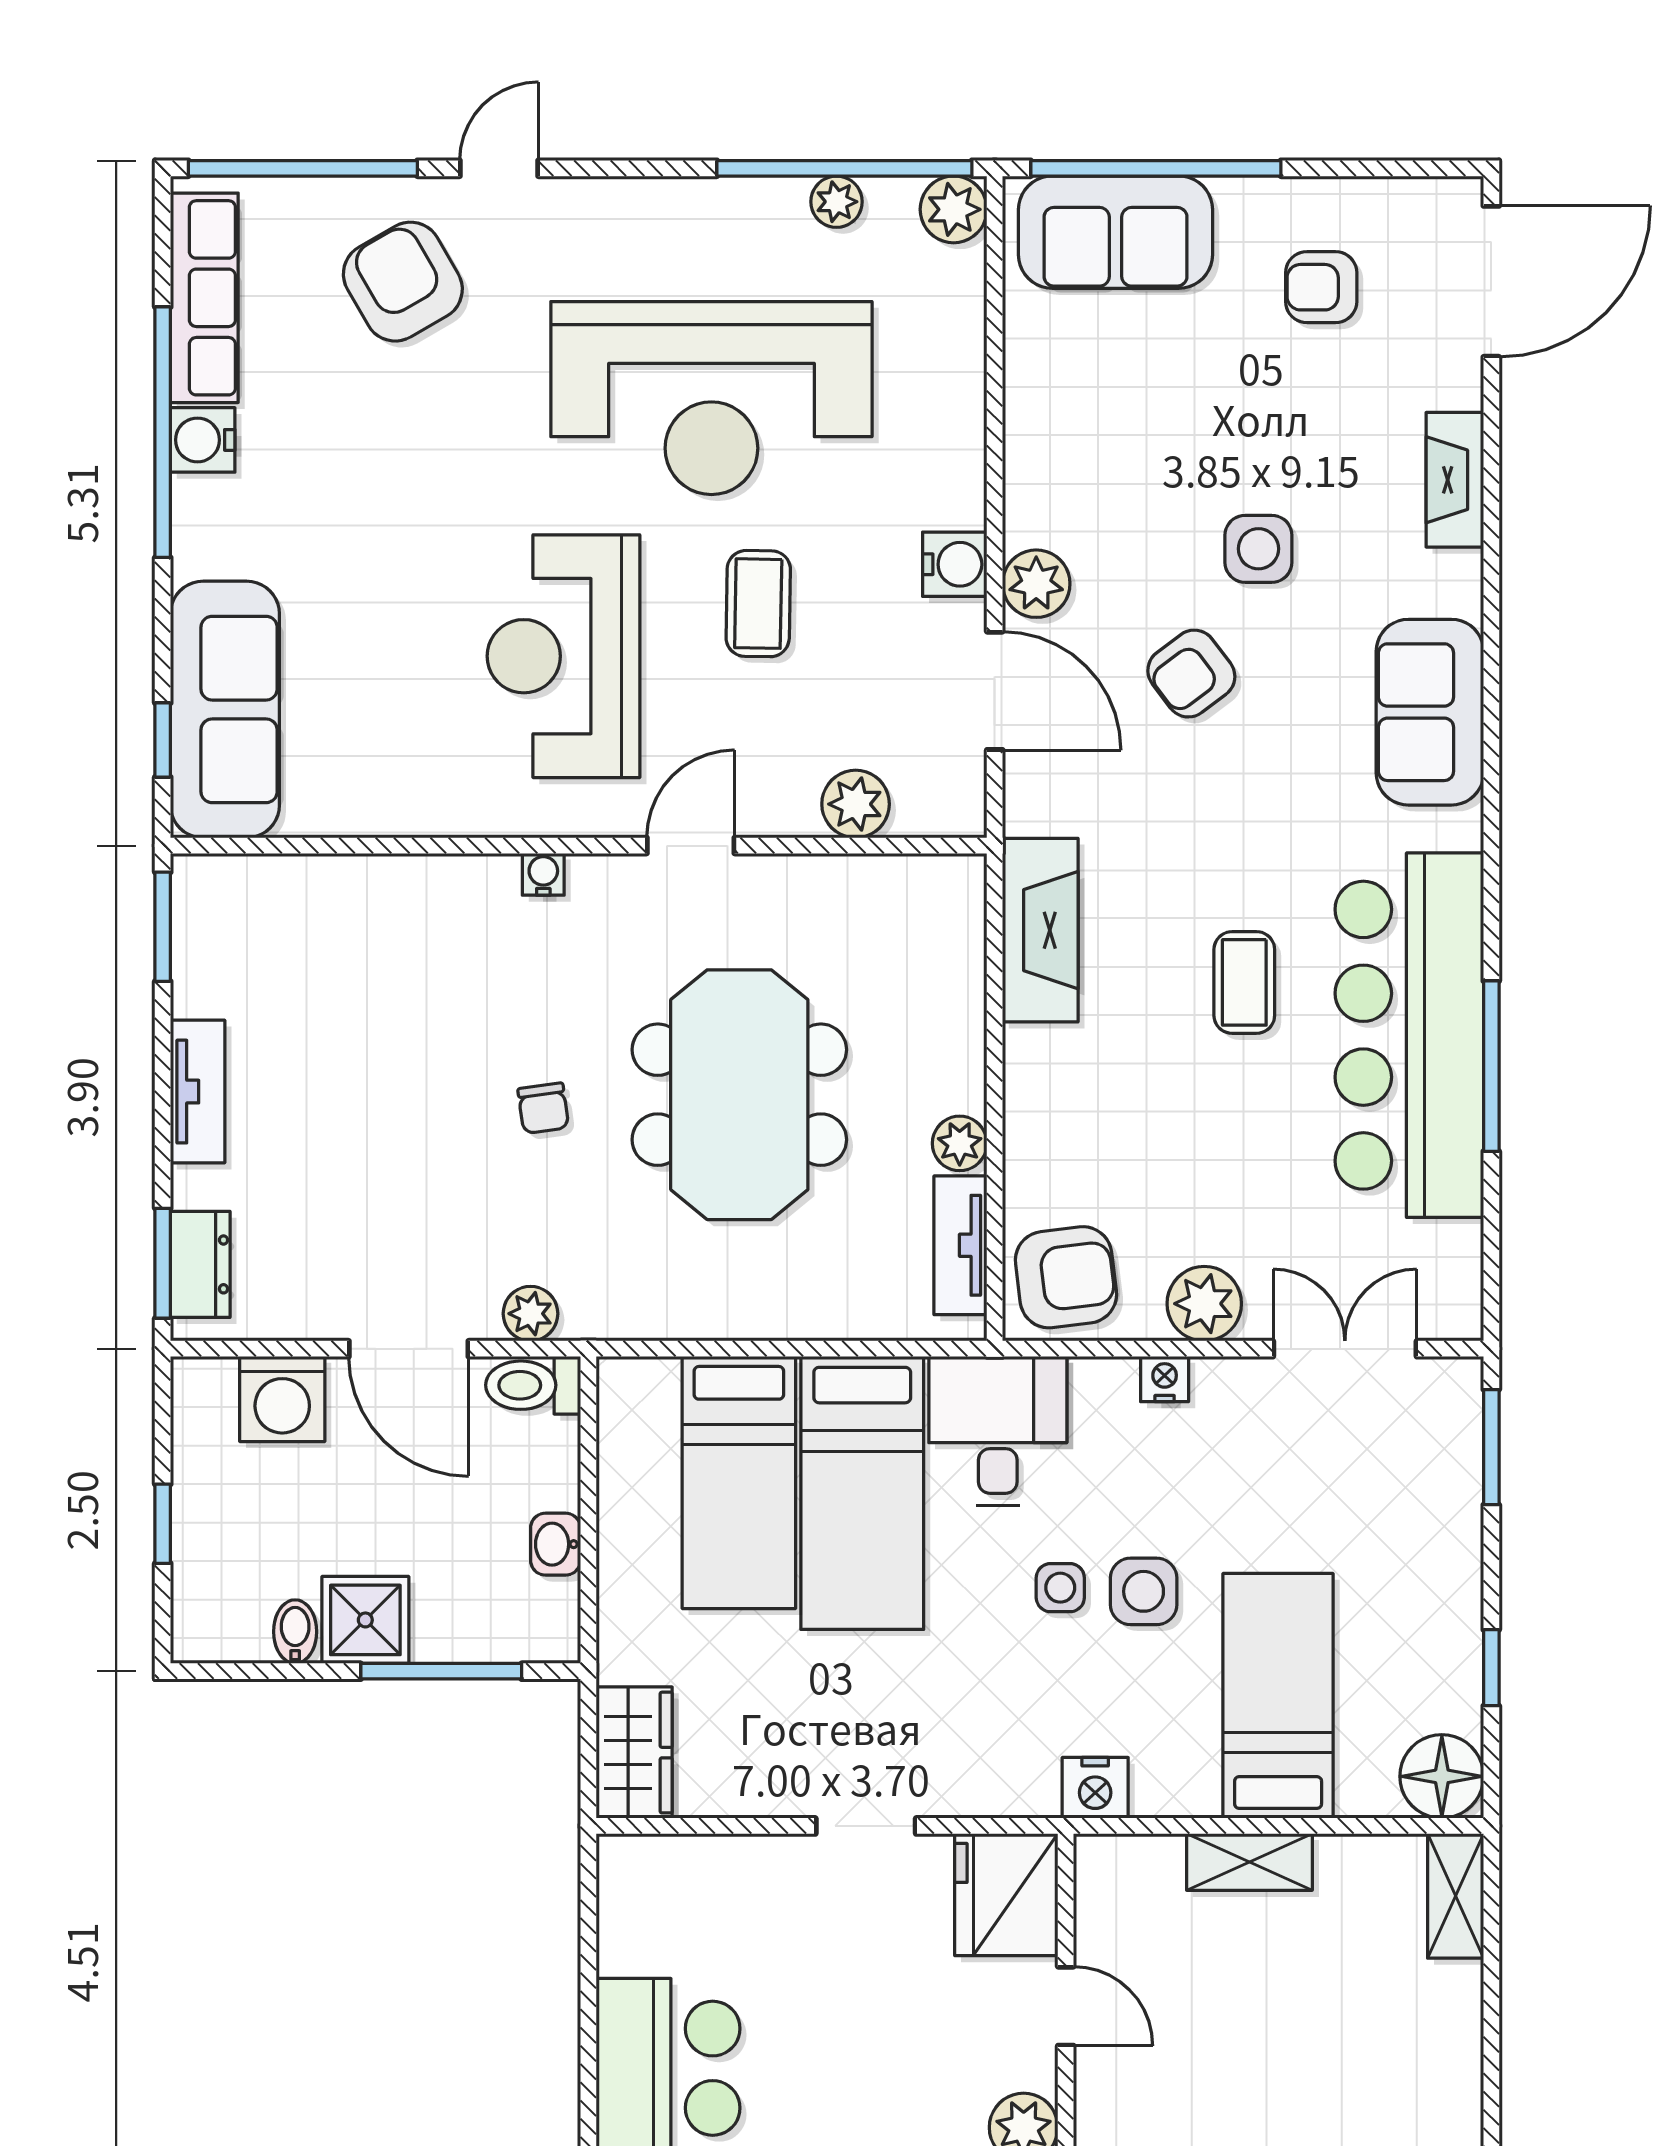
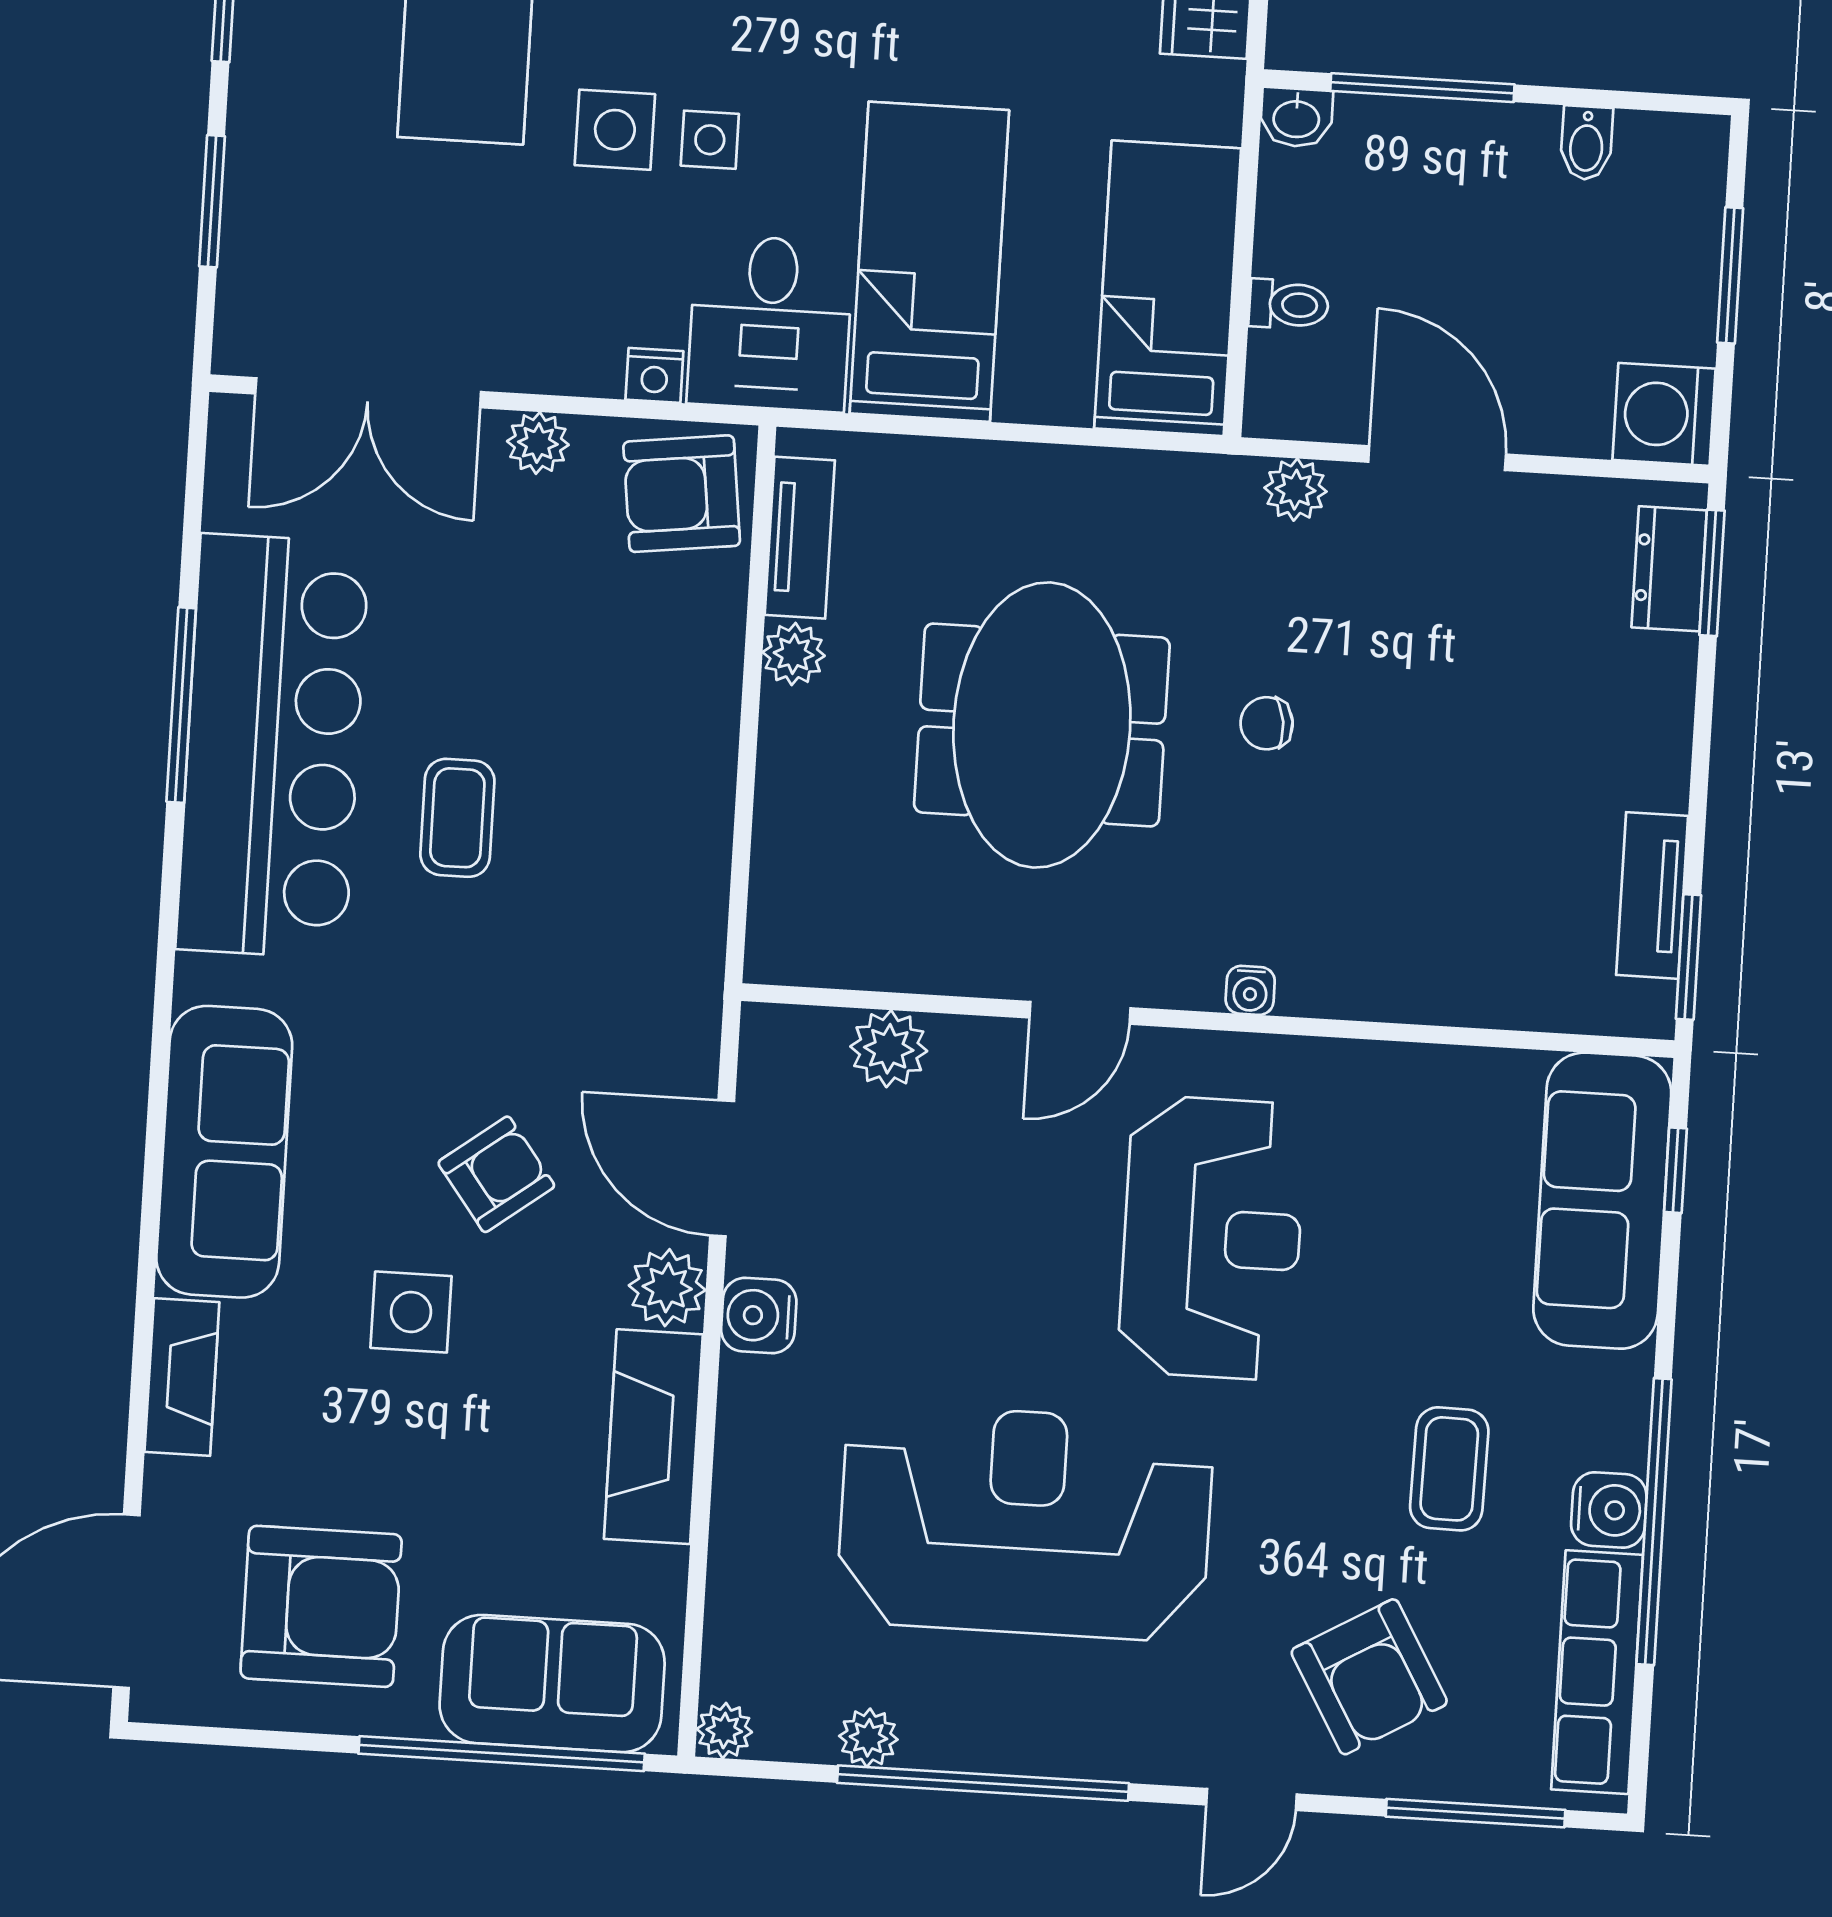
window: (303, 168) -> (1475, 1813), width x0.68
window: (844, 168) -> (983, 1783), moved
plant: (954, 209) -> (724, 1731), width x0.73, depth x0.73
armchair: (1321, 287) -> (321, 1606), width x1.88, depth x1.88
coffee table: (758, 604) -> (1449, 1469), moved
sofa: (1430, 712) -> (224, 1152), width x1.36
fireplace: (1040, 930) -> (653, 1437), moved
tv unit: (198, 1092) -> (1652, 895), moved
chair: (543, 1108) -> (1267, 723), turned -89
plant: (1204, 1304) -> (538, 443), width x0.73, depth x0.73
double door: (1345, 1349) -> (368, 393), width x1.37
nightstand: (1165, 1379) -> (654, 375), moved
toilet: (533, 1385) -> (1289, 305), moved, width x0.73, depth x0.72
washing machine: (282, 1399) -> (1664, 414), moved, turned -90
window: (1491, 1447) -> (212, 201), moved
bed: (739, 1482) -> (1168, 288), moved
window: (163, 1524) -> (1730, 275), width x1.50
washbasin: (556, 1544) -> (1296, 118), moved, turned 90
shower: (365, 1620) -> (1505, 151), removed

